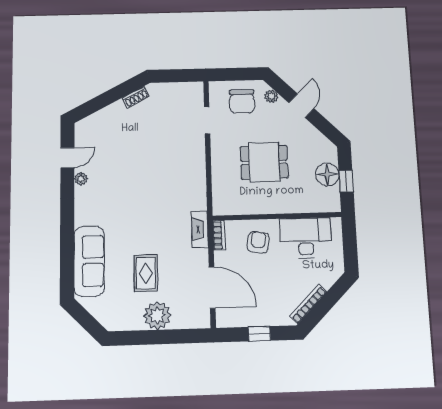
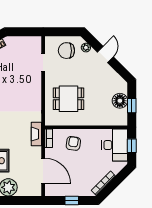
chair: (242, 101) -> (66, 51), turned 90
dining table: (264, 162) -> (68, 99), moved
desk: (306, 238) -> (115, 145), moved, turned 90
window: (350, 243) -> (132, 146), added

